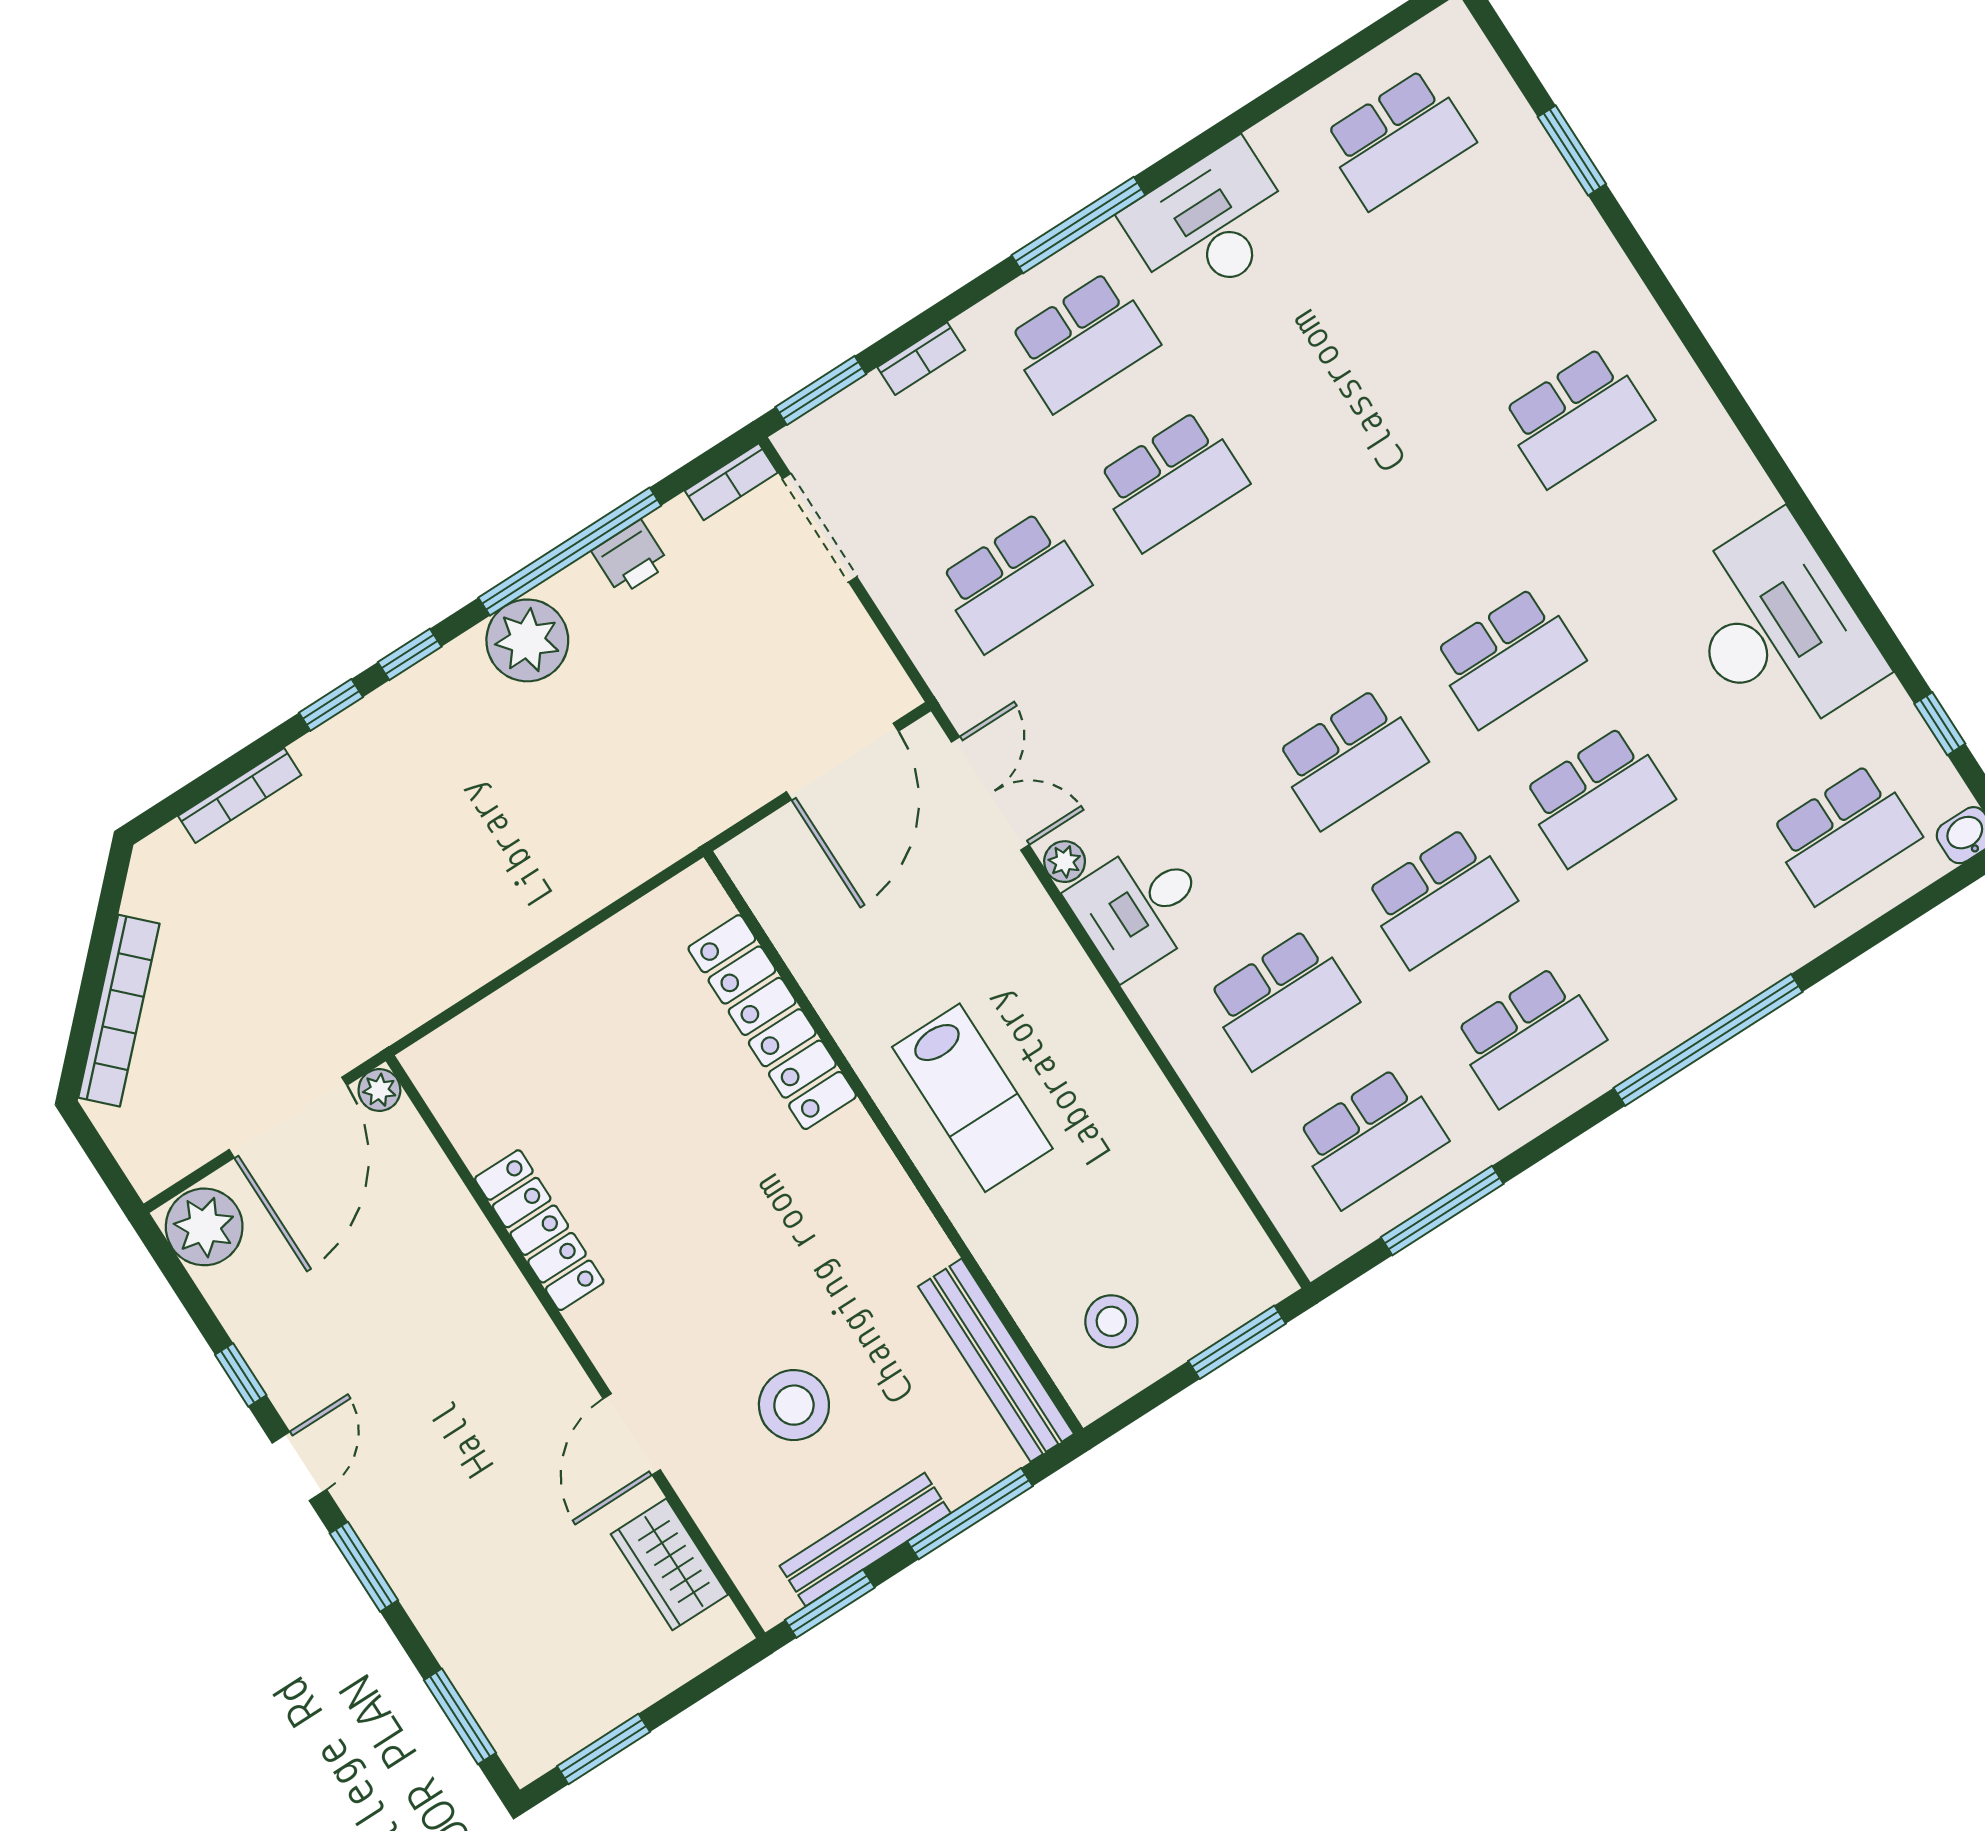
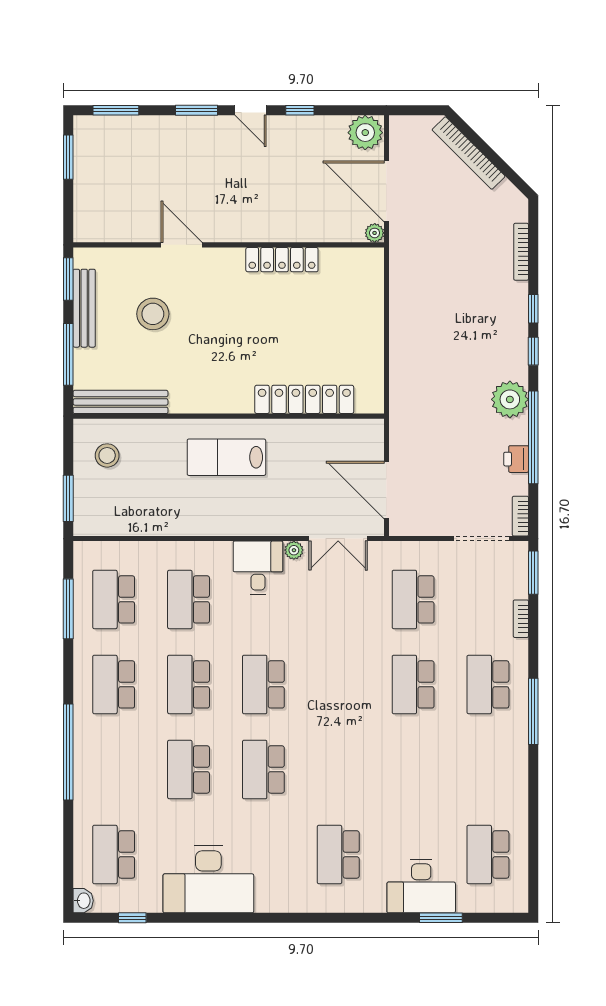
desk: (1210, 224) -> (421, 886), moved, turned 90
wardrobe: (669, 1564) -> (123, 227), removed

